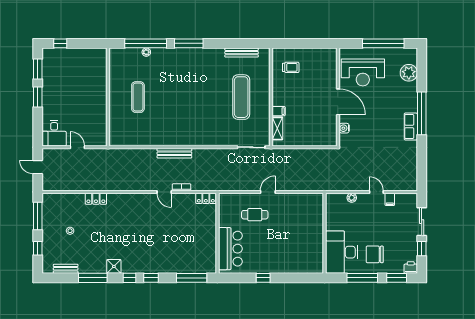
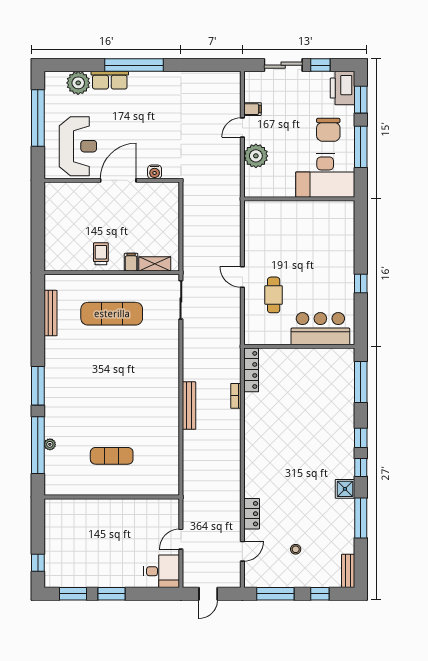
trolley: (291, 67) -> (101, 254), moved
row of seats: (411, 127) -> (110, 80), moved
door: (164, 192) -> (242, 551), moved
locker: (206, 198) -> (251, 370), width x1.53
plant: (352, 198) -> (256, 156), width x1.88, depth x1.88
printer: (411, 267) -> (342, 88), width x1.87, depth x1.48
bench: (66, 269) -> (348, 571), moved

